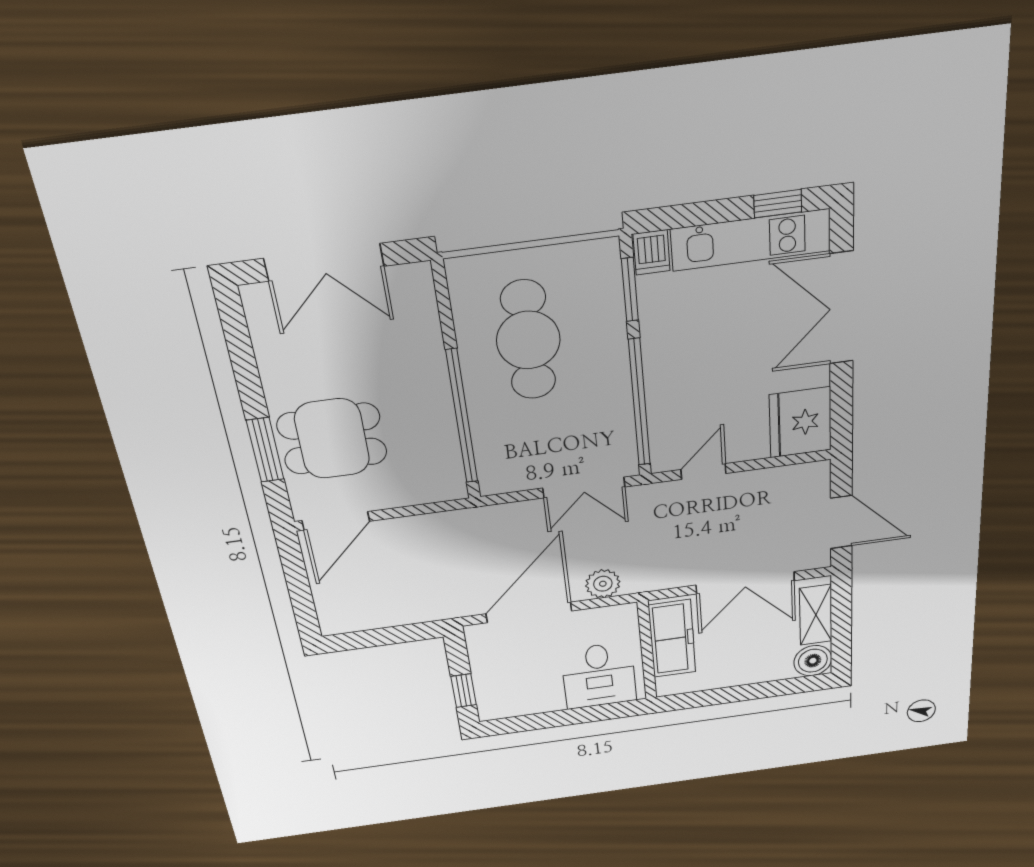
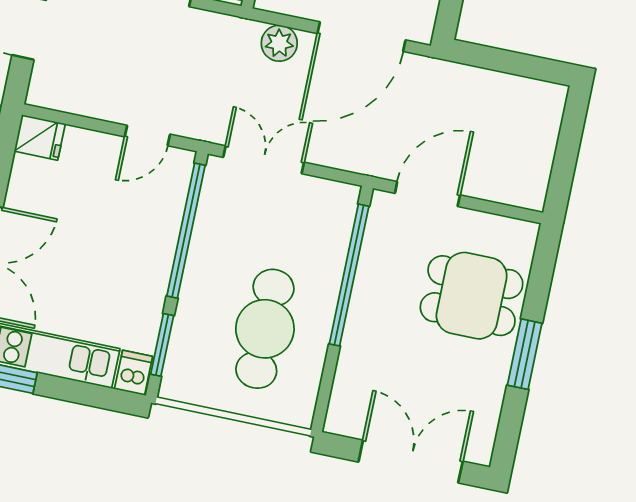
fridge: (800, 422) -> (40, 138), width x0.53, depth x0.75
window: (265, 450) -> (525, 354), moved
door: (336, 521) -> (427, 194), moved

